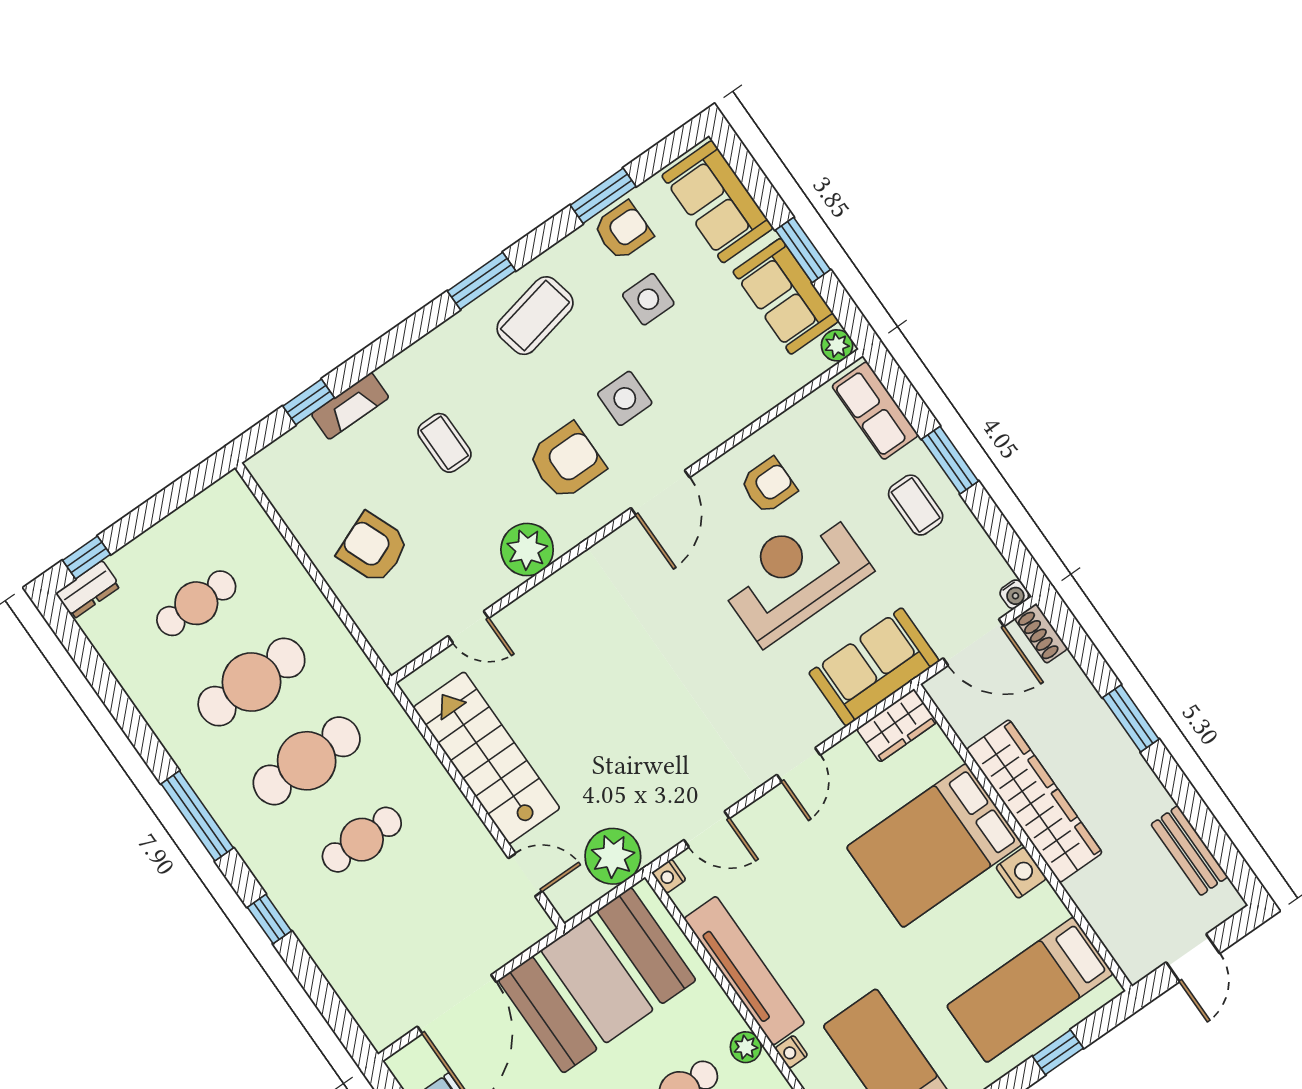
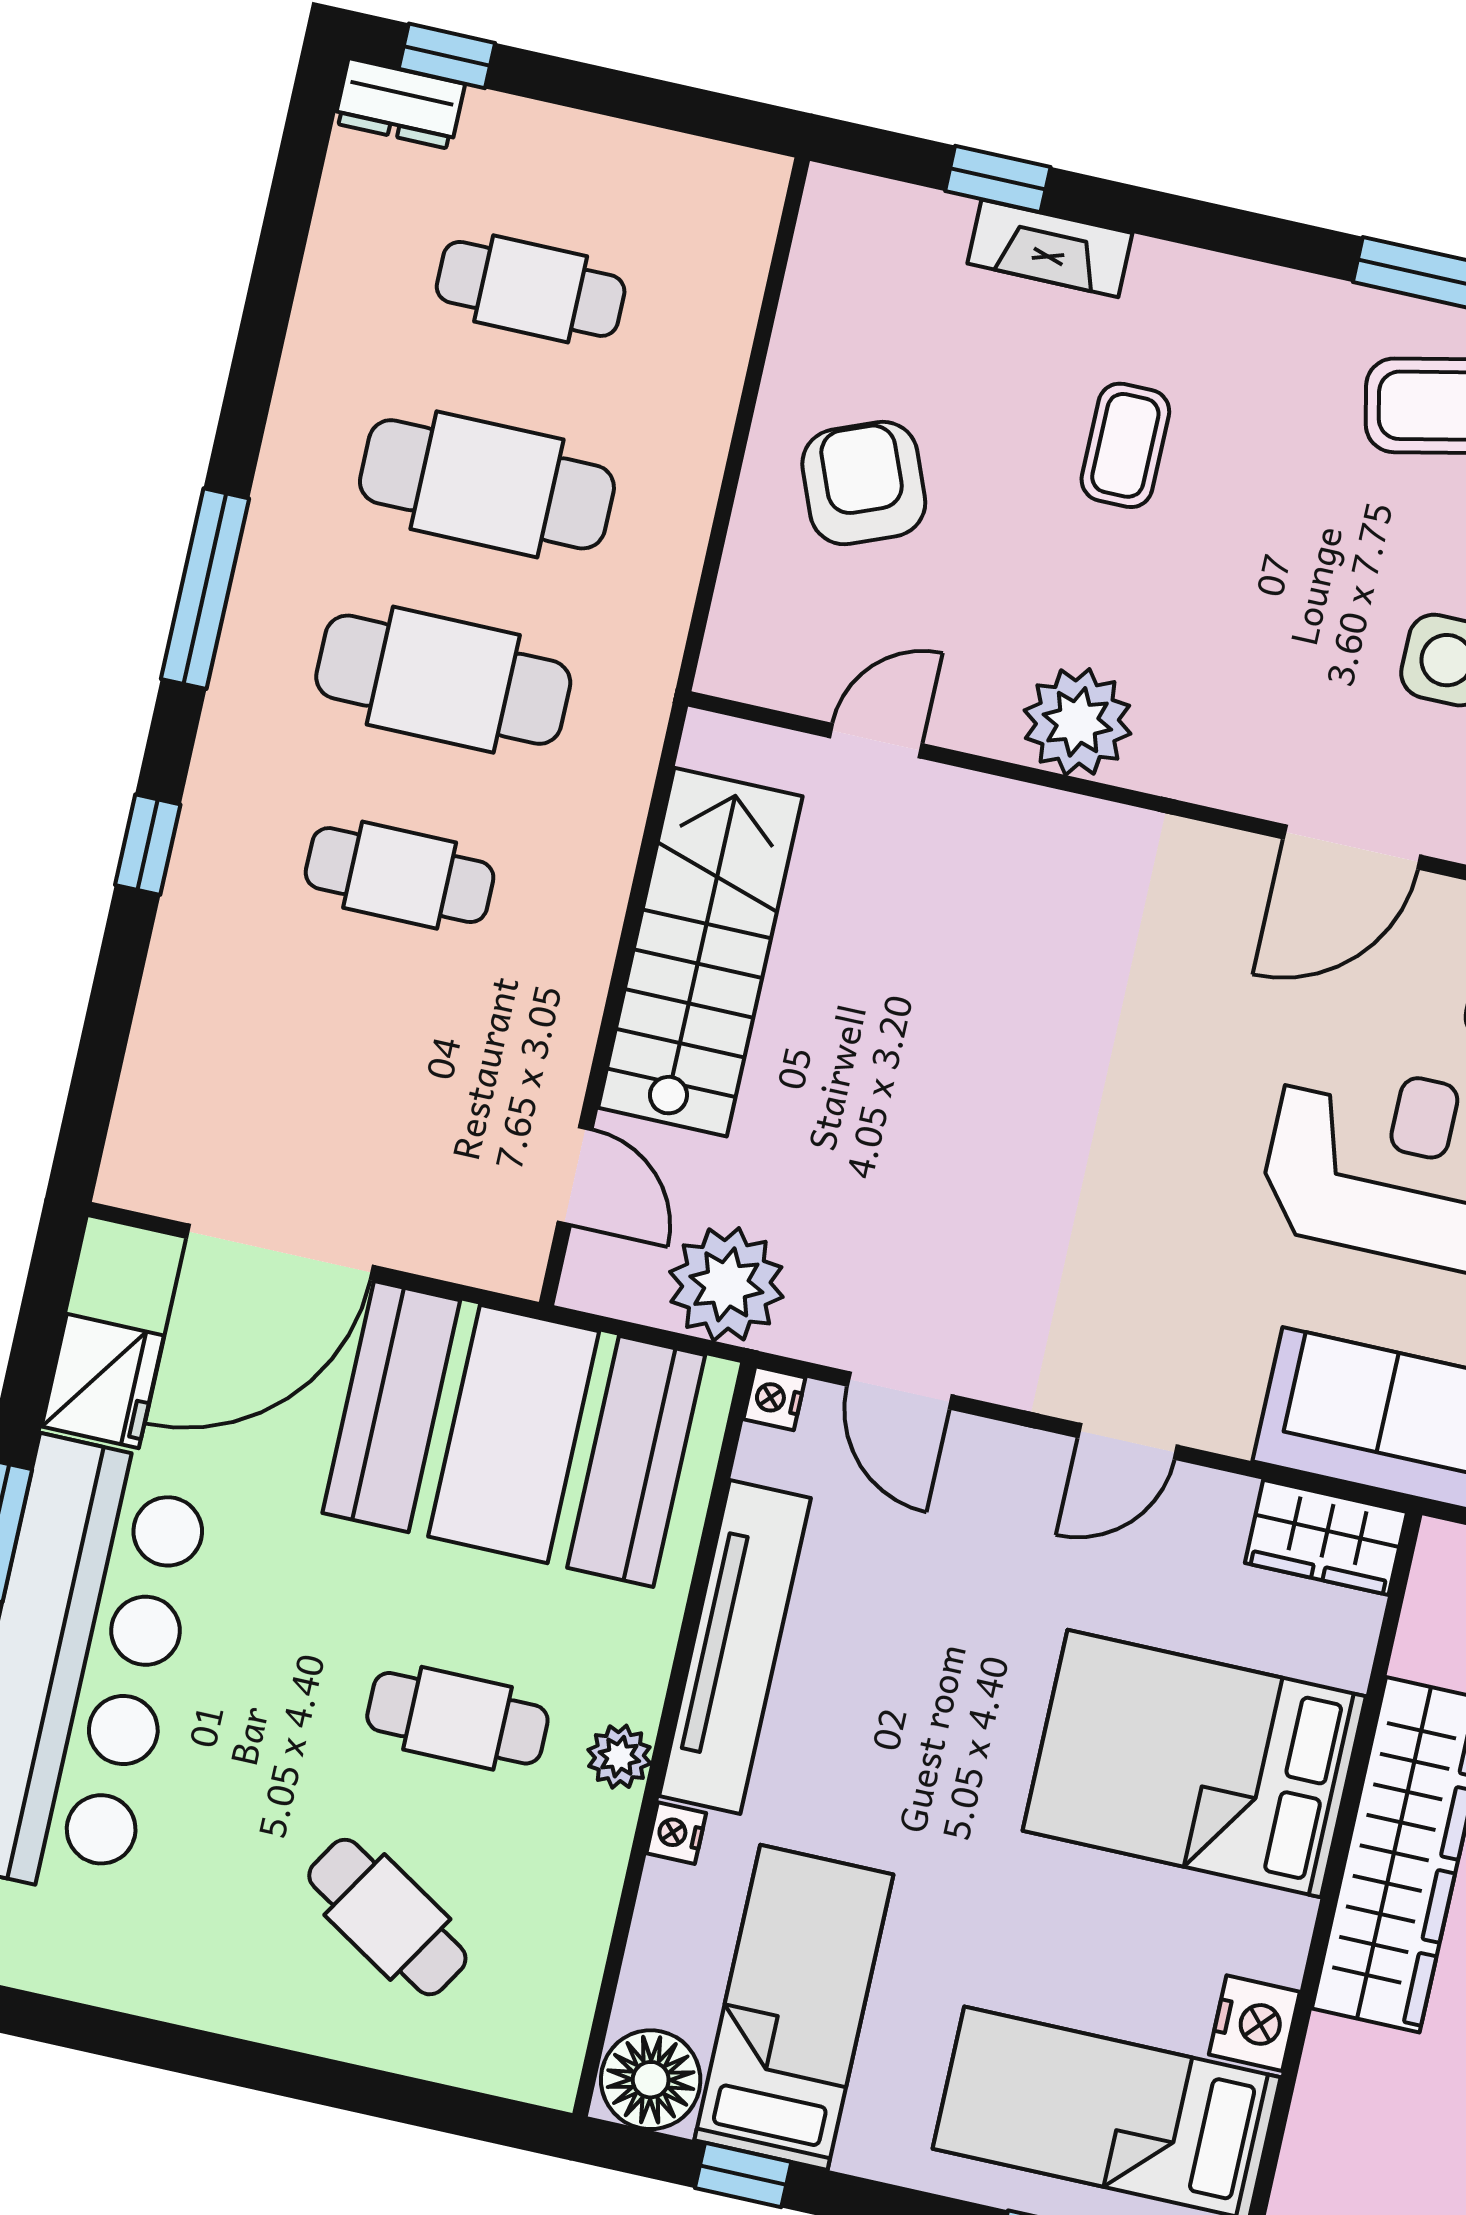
armchair: (566, 461) -> (1268, 659), removed
door: (468, 627) -> (876, 741), swing flipped
nightstand: (1021, 873) -> (1254, 2023), moved

